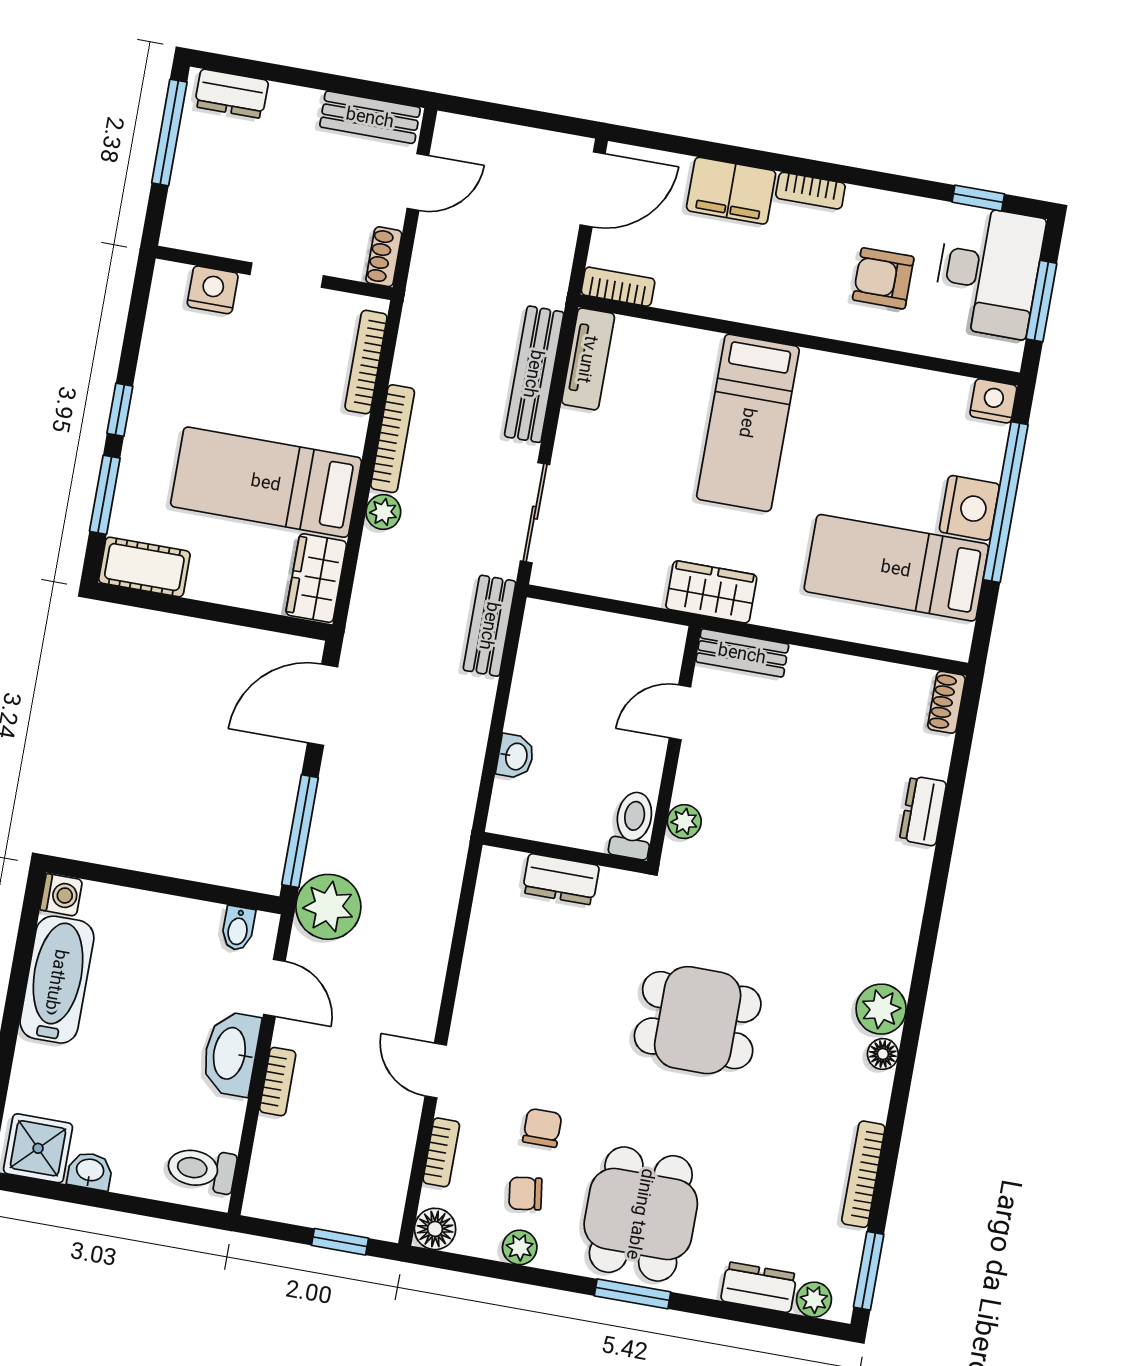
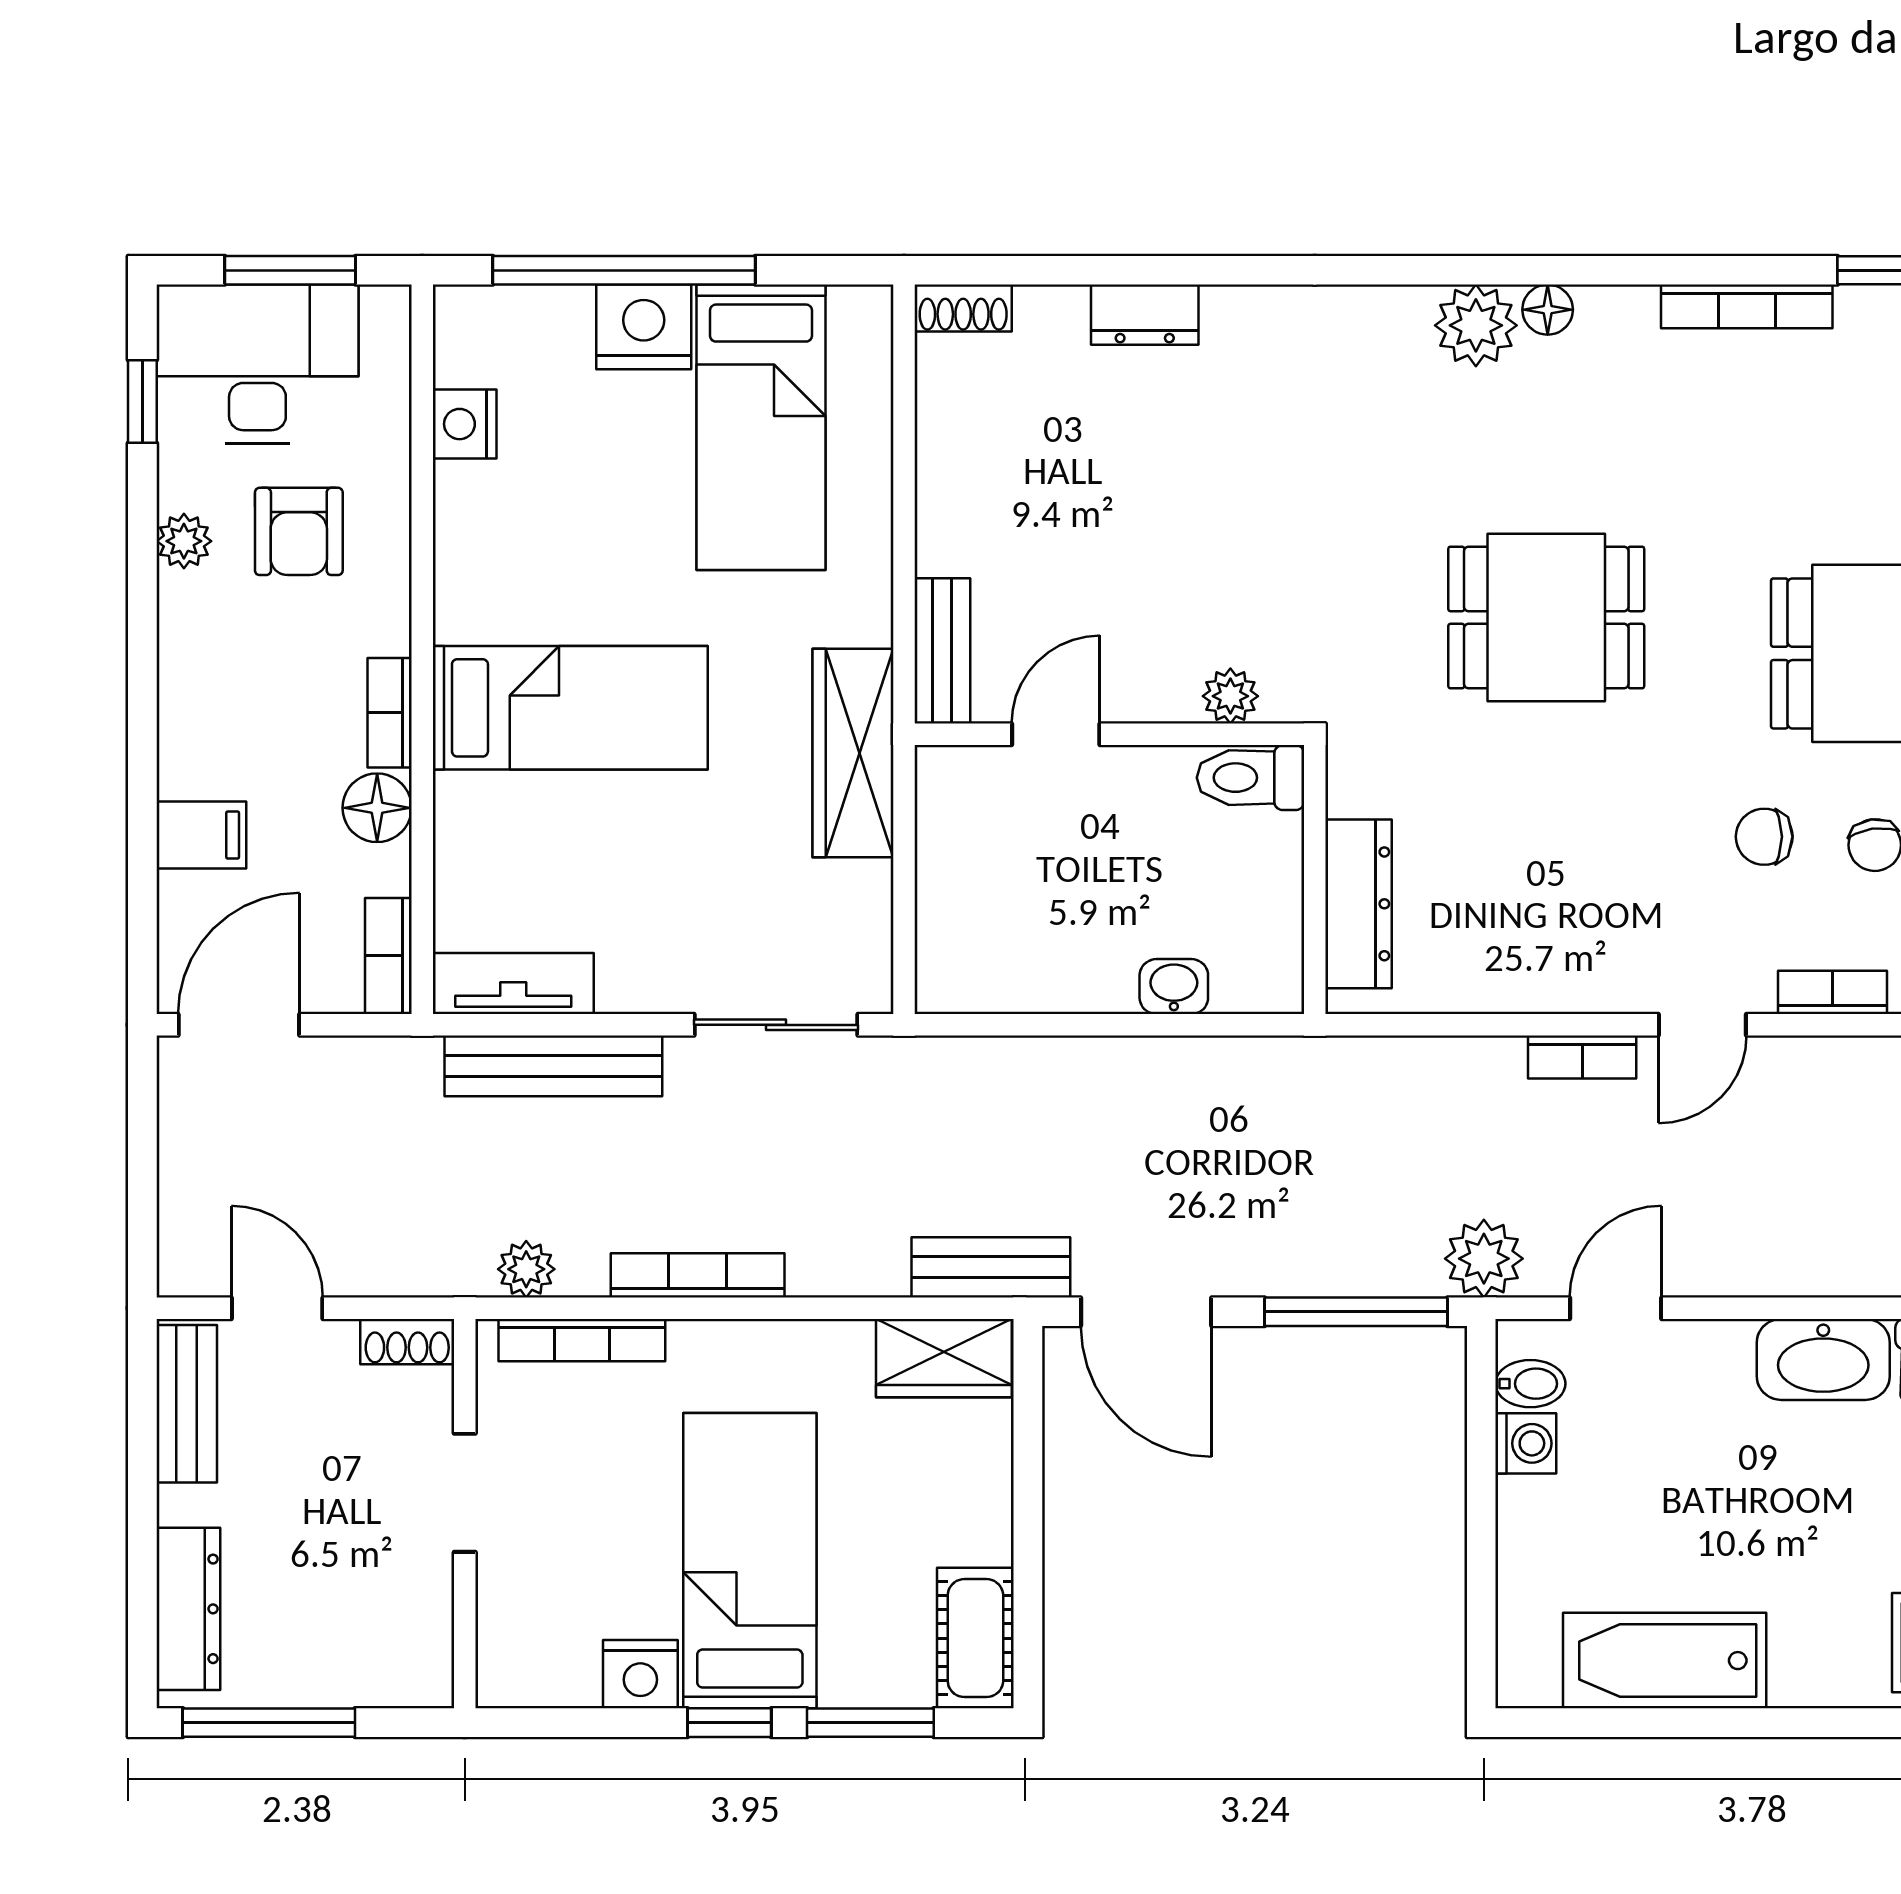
dresser: (232, 94) -> (188, 1609), width x1.44
door: (593, 189) -> (239, 1025), hinge flipped
filing cabinet: (731, 191) -> (201, 835), width x0.50
bookcase: (810, 191) -> (390, 713), moved, turned 180
plant: (890, 208) -> (184, 541), added
nightstand: (213, 290) -> (640, 1674), moved, turned -90
floor lamp: (708, 296) -> (377, 808), added
nightstand: (993, 401) -> (465, 424), moved
bed: (266, 482) -> (750, 1561), moved, turned 180
plant: (383, 512) -> (526, 1269), moved
wardrobe: (711, 592) -> (853, 753), width x1.50
bench: (490, 626) -> (991, 1267), moved
door: (680, 712) -> (1056, 734), swing flipped
dresser: (561, 879) -> (1359, 904), width x1.44
washing machine: (61, 895) -> (1526, 1443), moved, turned 90
plant: (328, 907) -> (1484, 1259), width x0.73, depth x0.73
dining table: (698, 1020) -> (1546, 617), turned 90
washbasin: (231, 1054) -> (1823, 1359), moved
bookcase: (278, 1082) -> (1582, 1057), moved, turned 180

